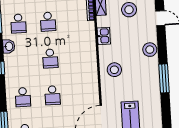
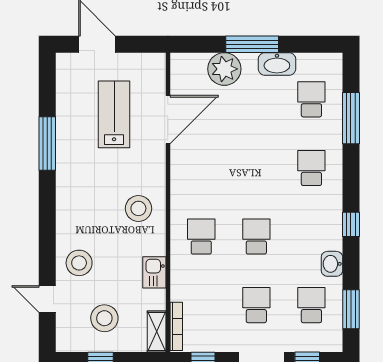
stool: (150, 50) -> (79, 263), moved
window: (164, 78) -> (47, 143), moved
school desk: (52, 95) -> (201, 237), moved

